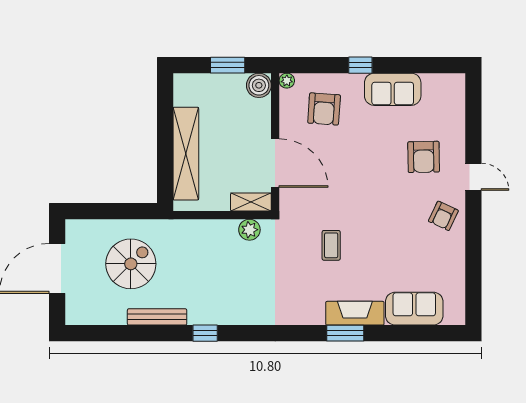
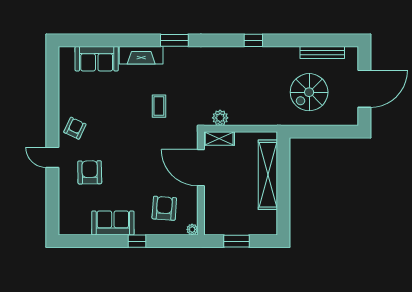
boiler: (259, 85) -> (213, 226), removed
bench: (157, 317) -> (322, 52), moved
window: (345, 333) -> (174, 40), moved

